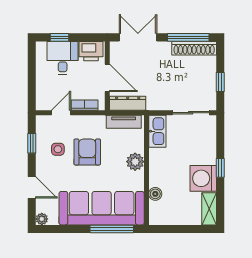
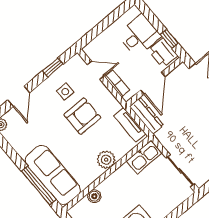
window: (59, 37) -> (169, 39), moved
sofa: (102, 208) -> (53, 175), width x0.74, depth x0.79

